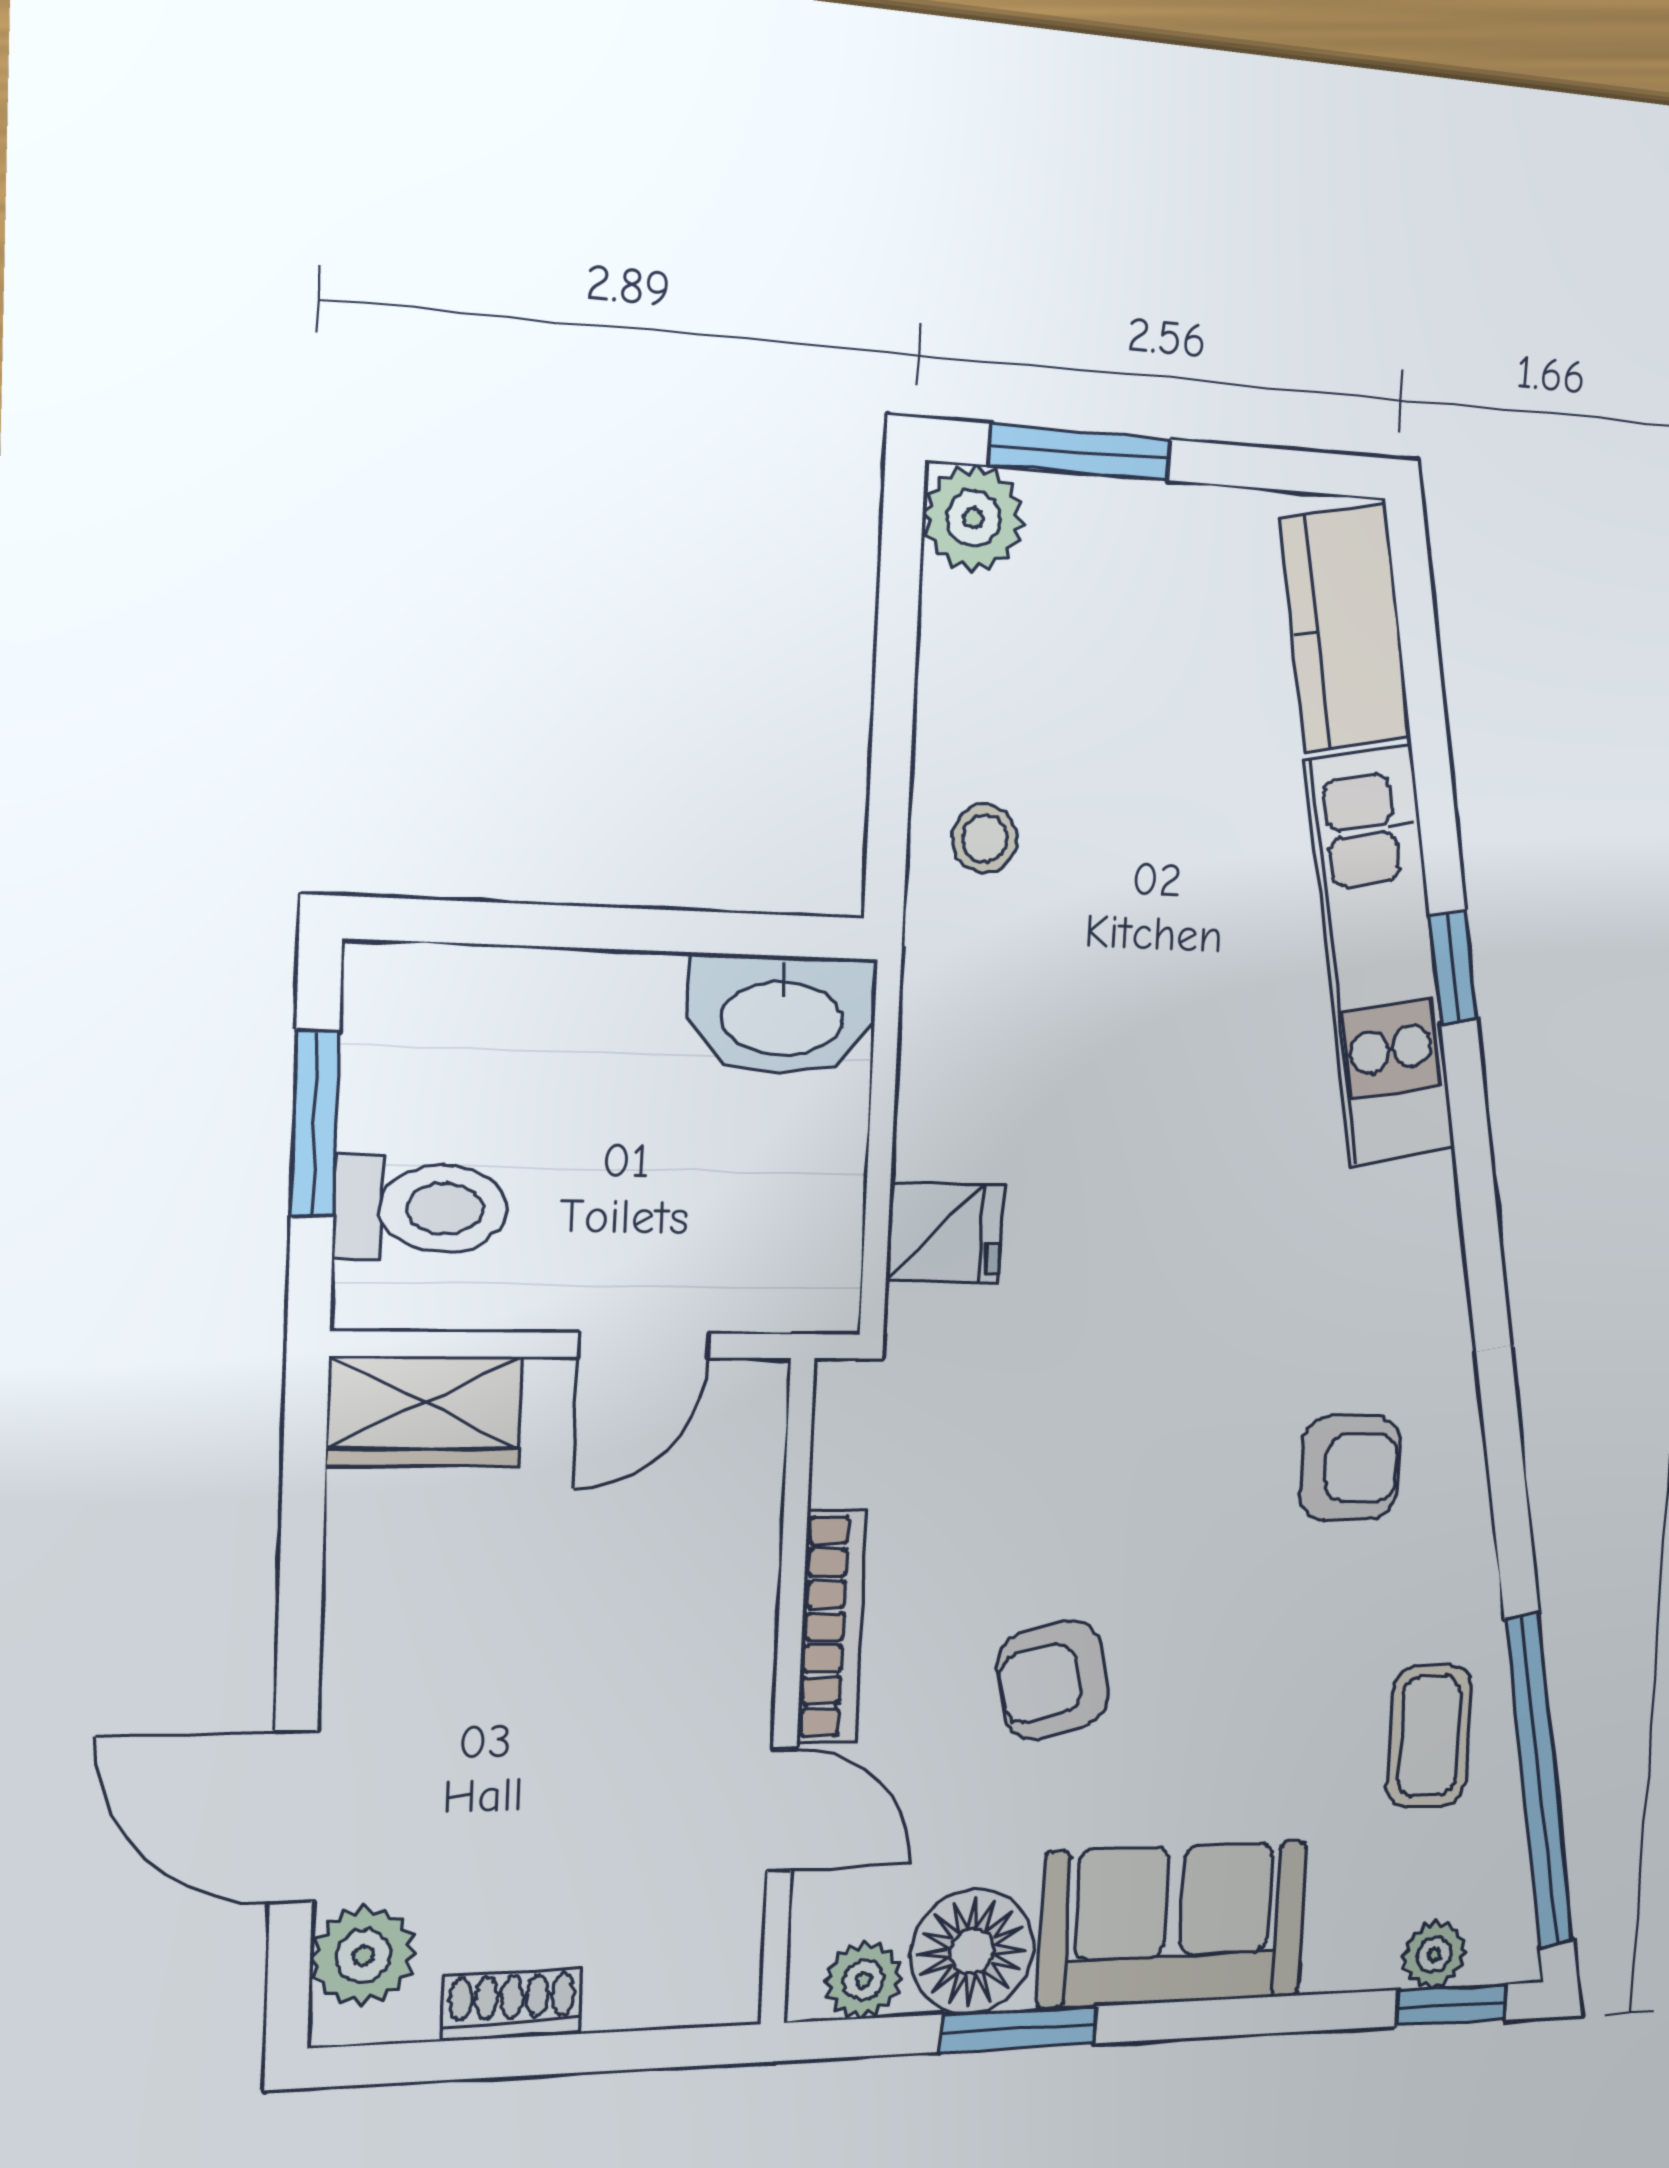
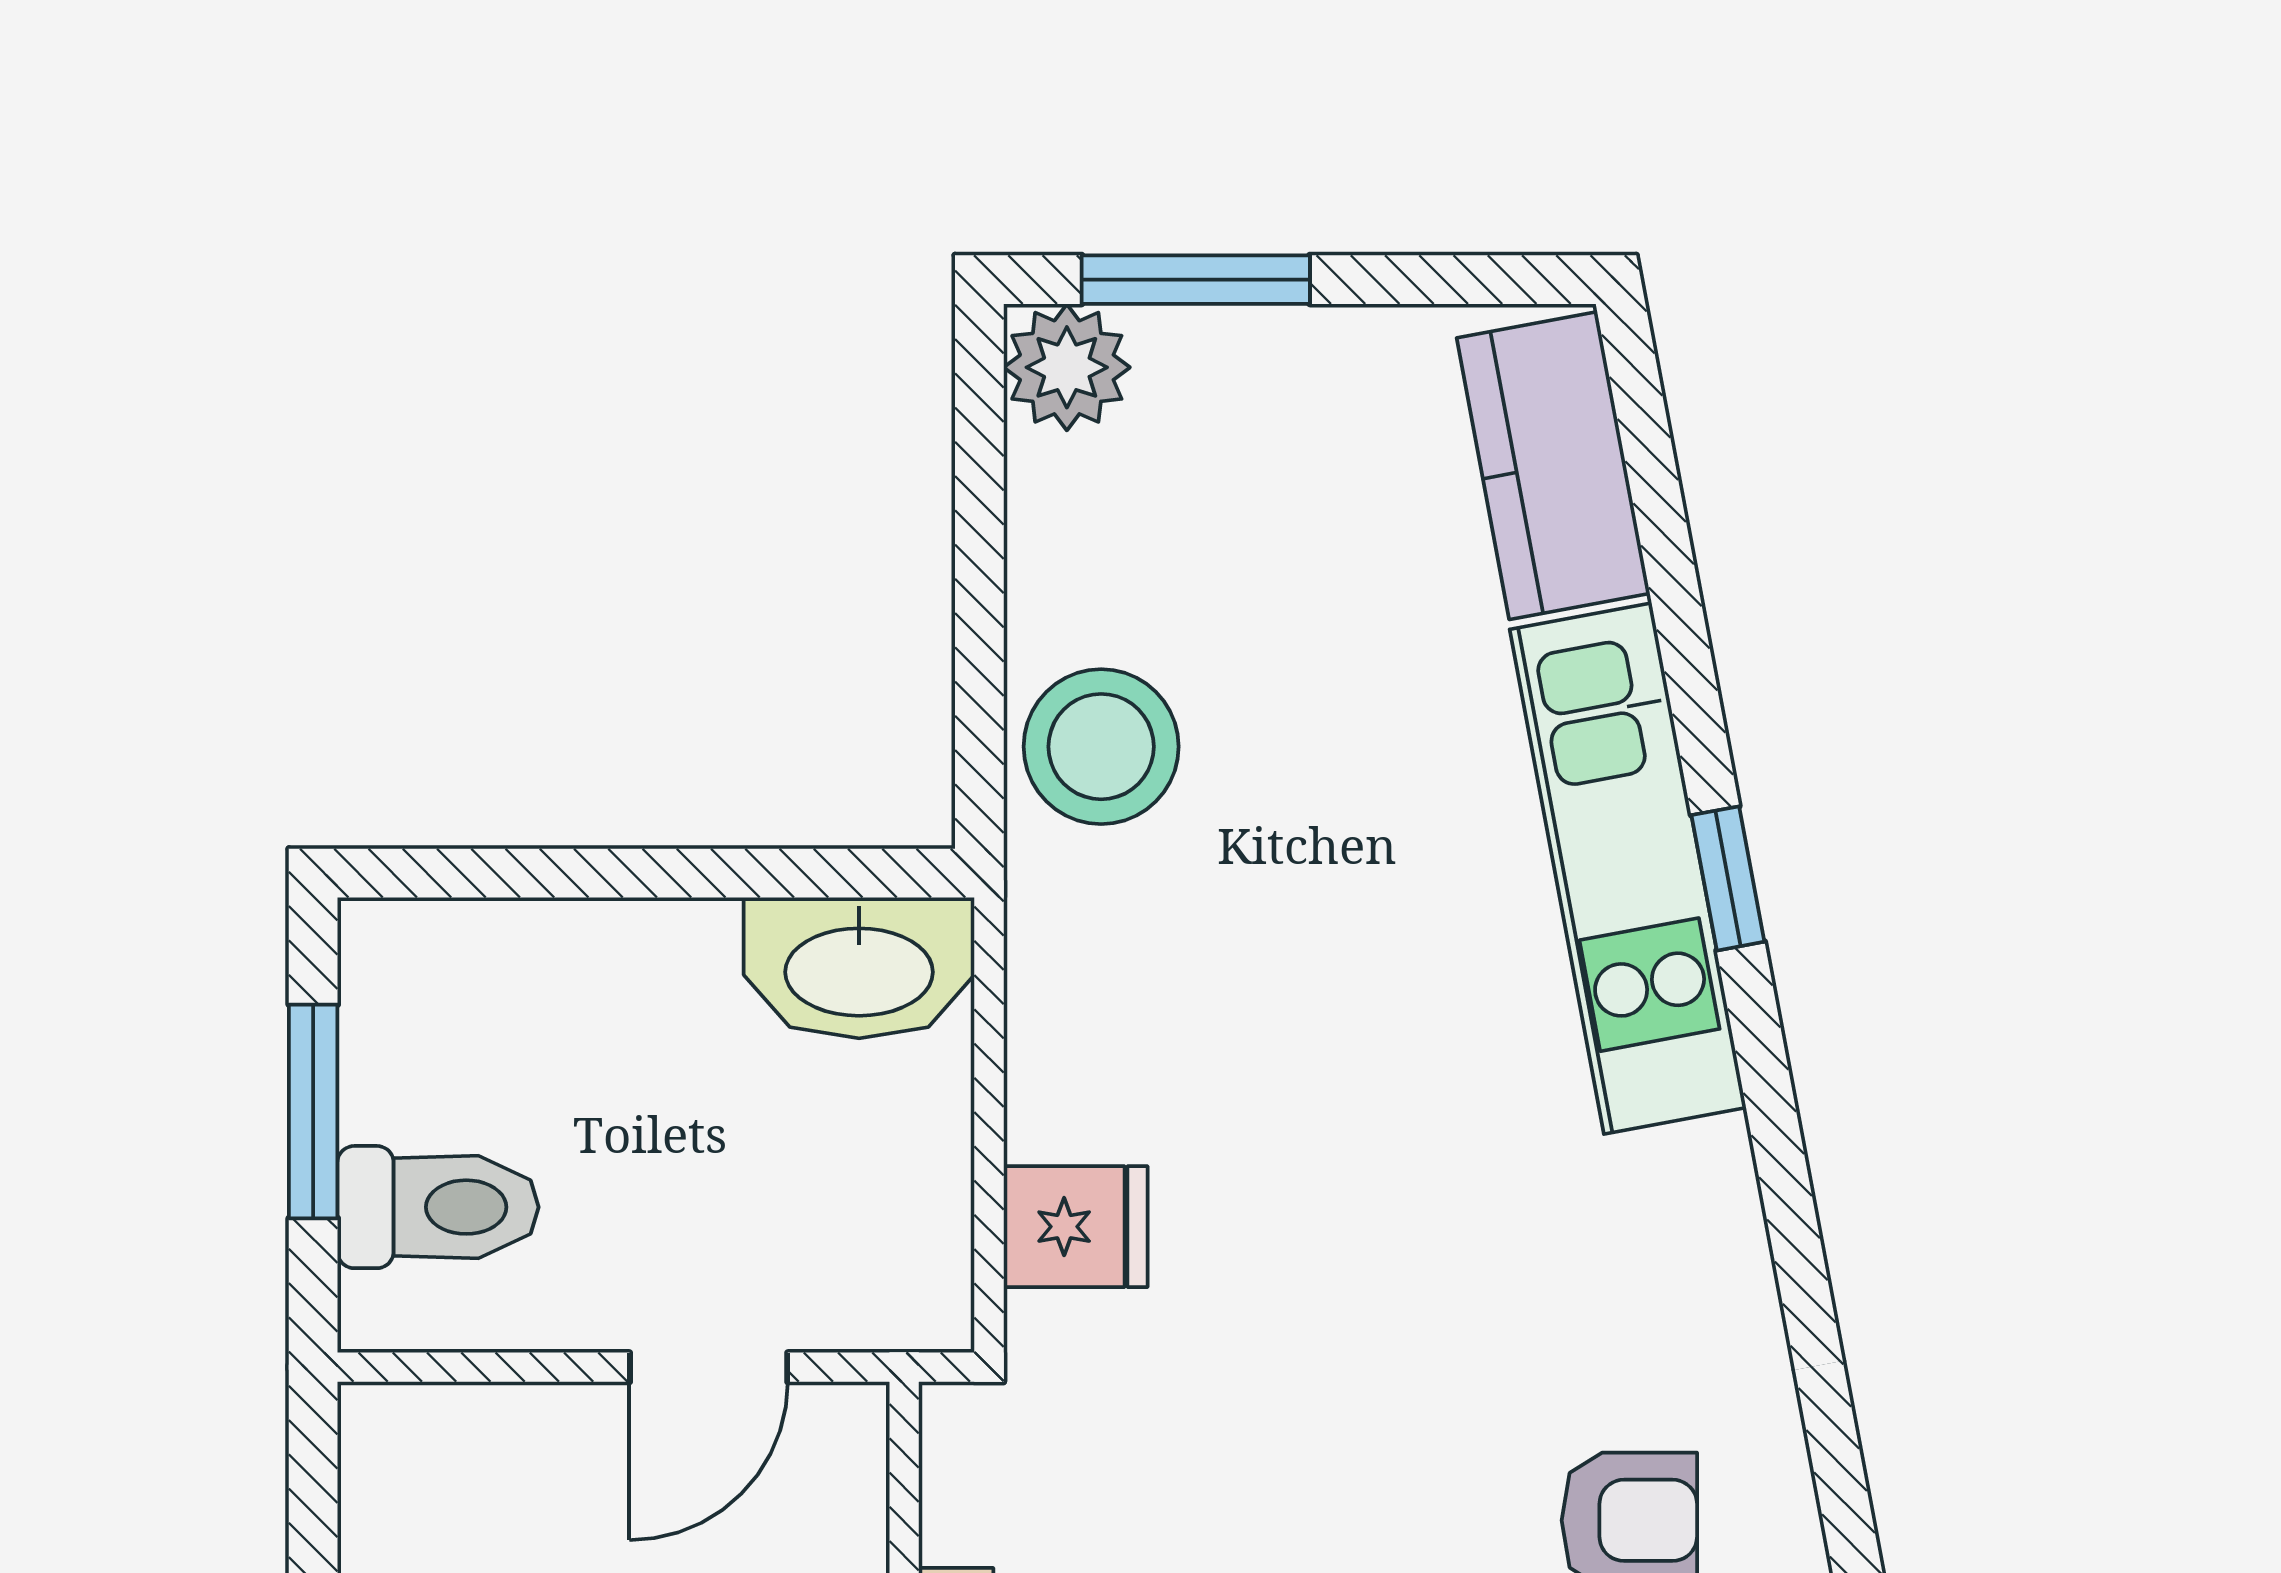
stool: (985, 839) -> (1101, 747), width x1.89, depth x1.89
wardrobe: (424, 1412) -> (450, 1447), removed

